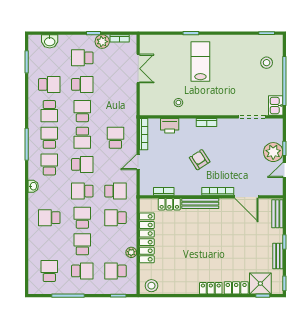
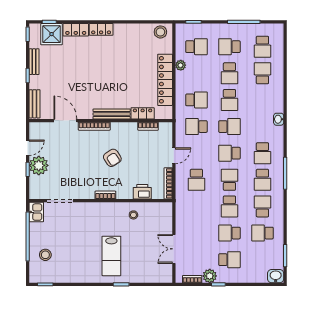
washbasin: (50, 41) -> (276, 276), moved
washbasin: (33, 186) -> (279, 119), moved
school desk: (49, 218) -> (262, 73), moved, turned -90

